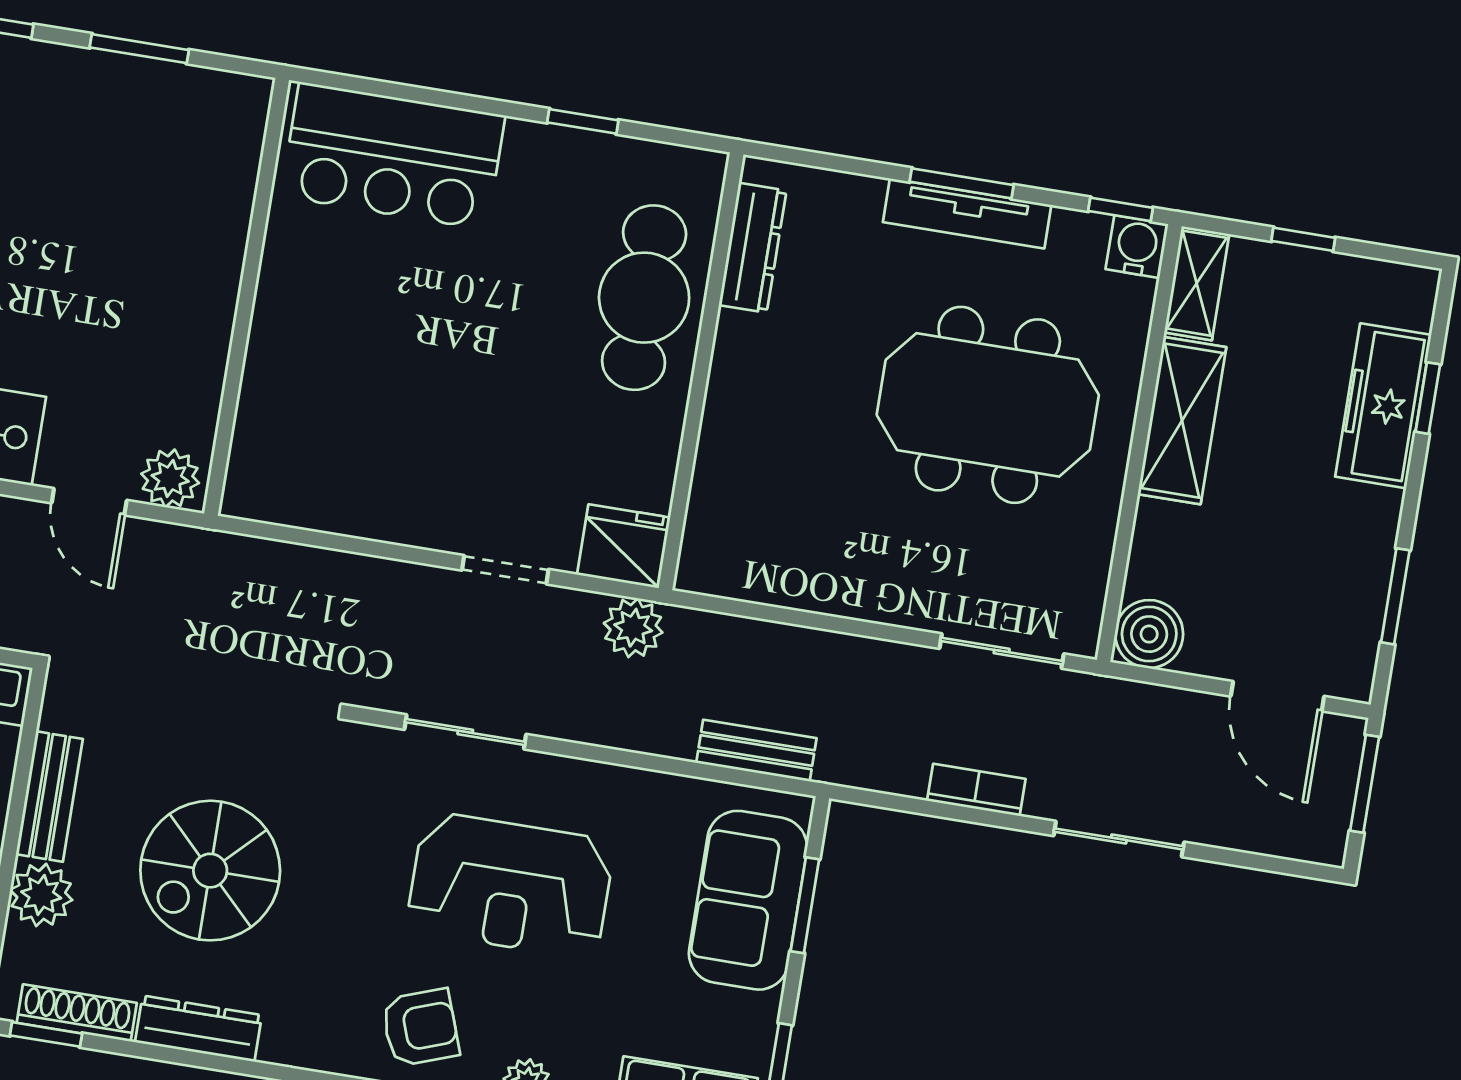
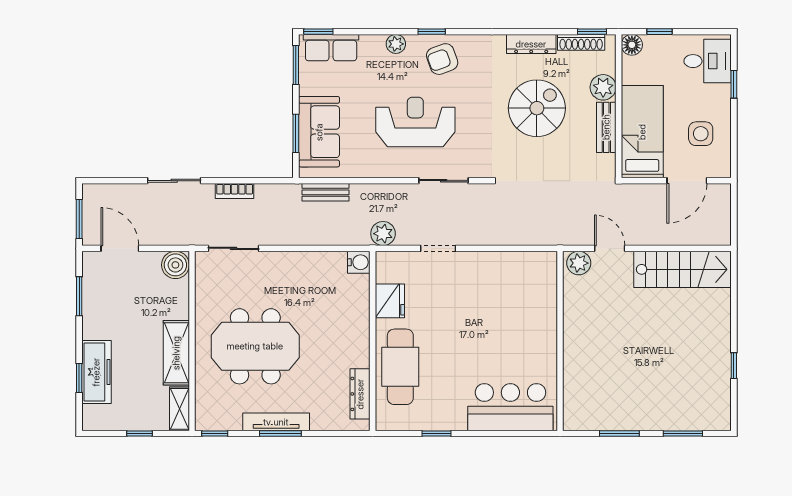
water cooler: (1137, 247) -> (359, 262), moved, turned -90
fridge: (624, 546) -> (390, 301), moved, turned -90

